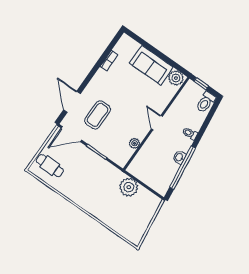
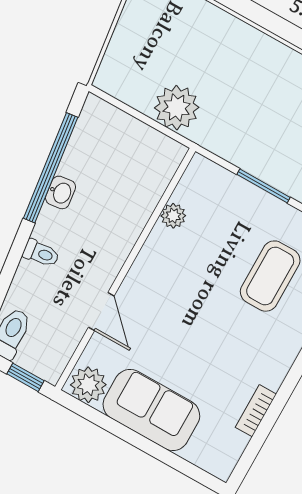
door: (157, 123) -> (101, 312), moved

